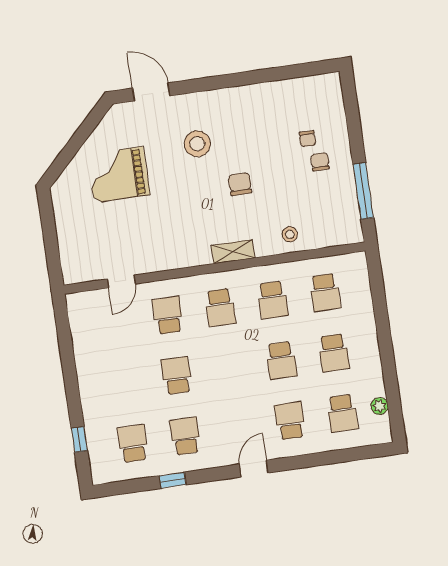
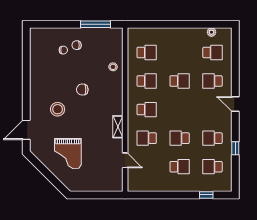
shelving: (233, 252) -> (118, 127), moved
school desk: (334, 353) -> (180, 167), moved

